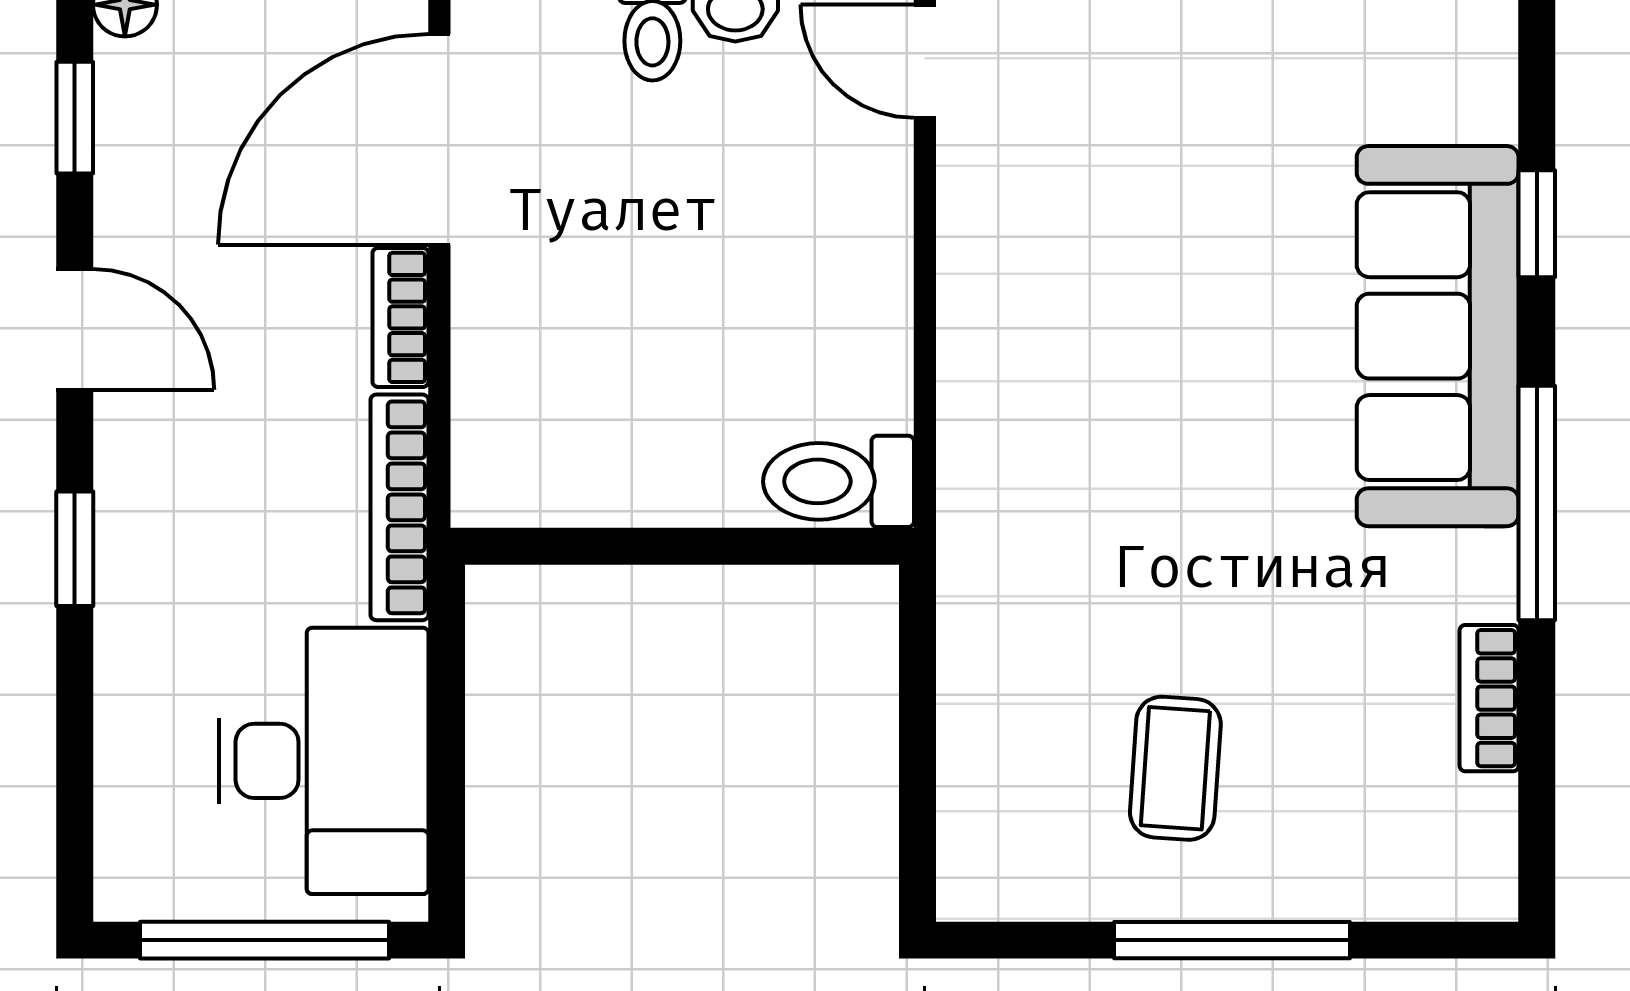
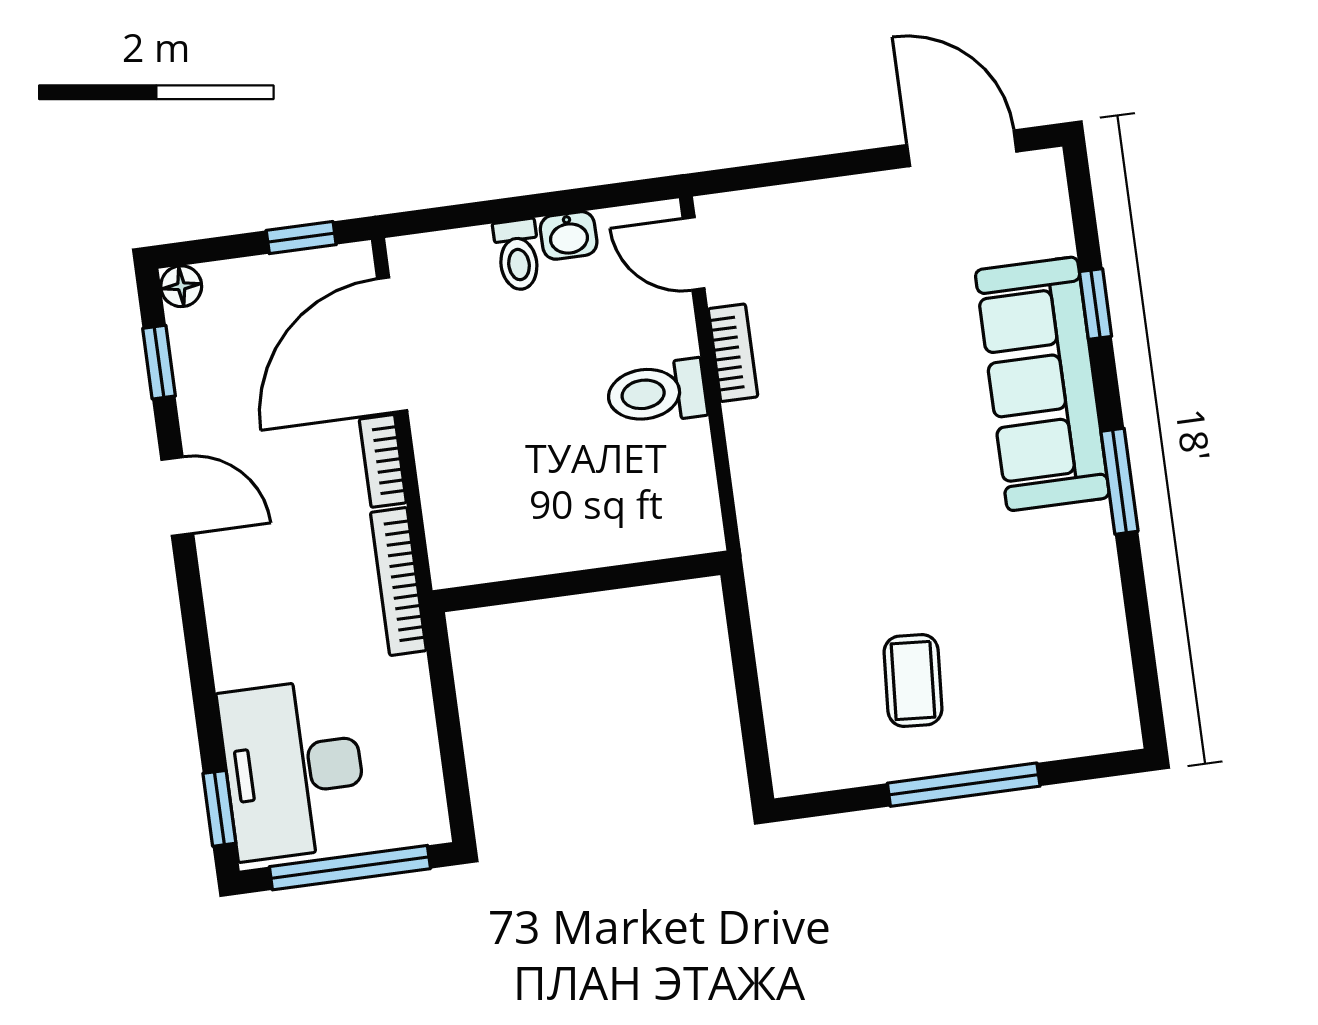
toilet: (839, 481) -> (657, 393), moved
window: (1537, 503) -> (1119, 481), width x0.69
window: (75, 549) -> (219, 808), moved
bookcase: (1489, 698) -> (733, 353), moved, turned 180
desk: (324, 761) -> (294, 769), moved, turned 180

